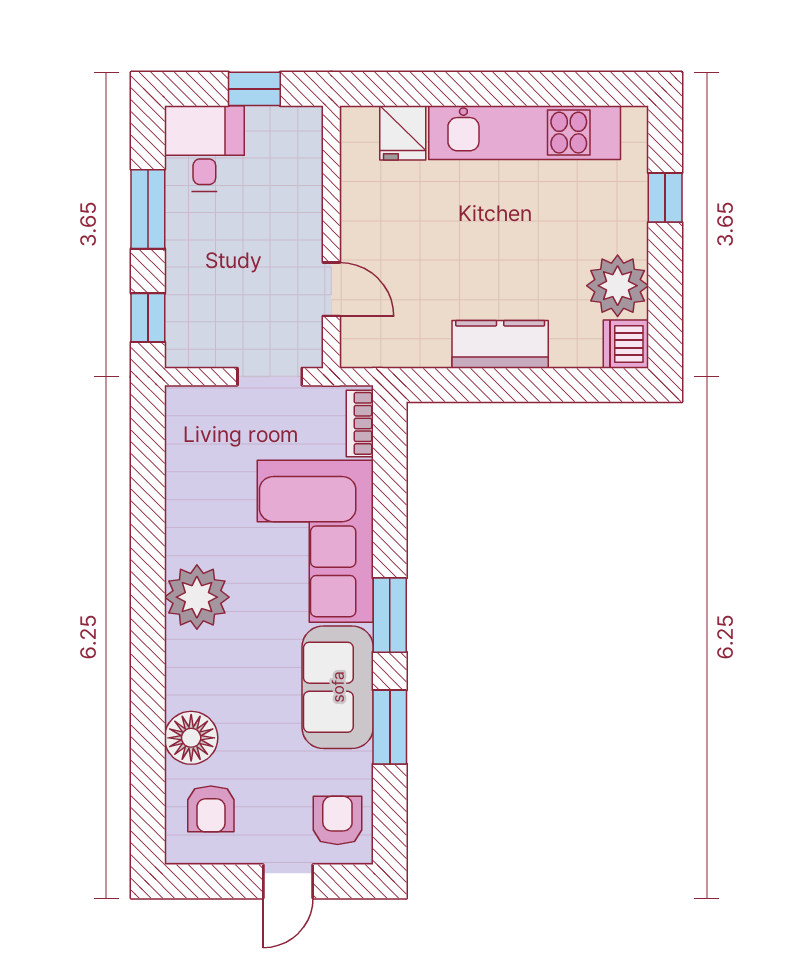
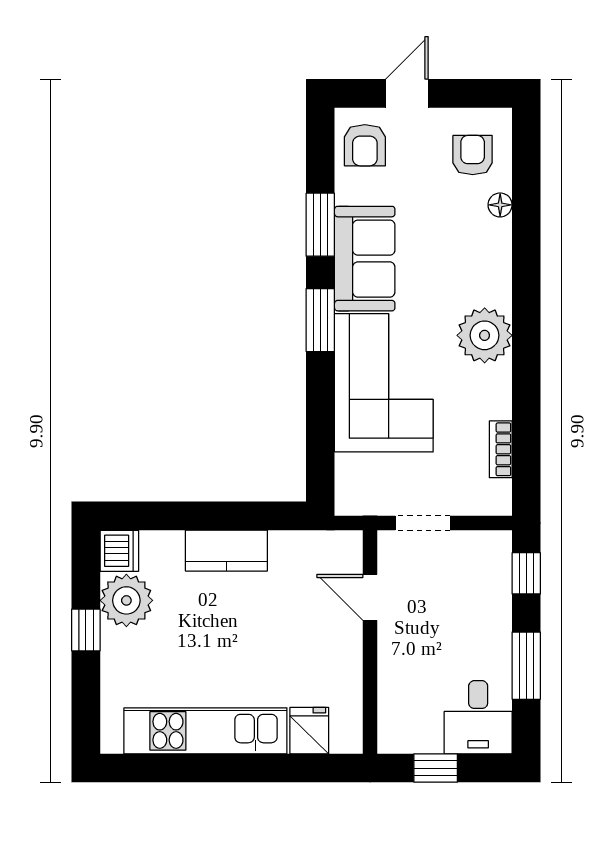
window: (665, 198) -> (86, 630), moved
bookcase: (360, 423) -> (501, 449), moved, turned 180
floor lamp: (191, 738) -> (500, 205), width x0.53, depth x0.53

